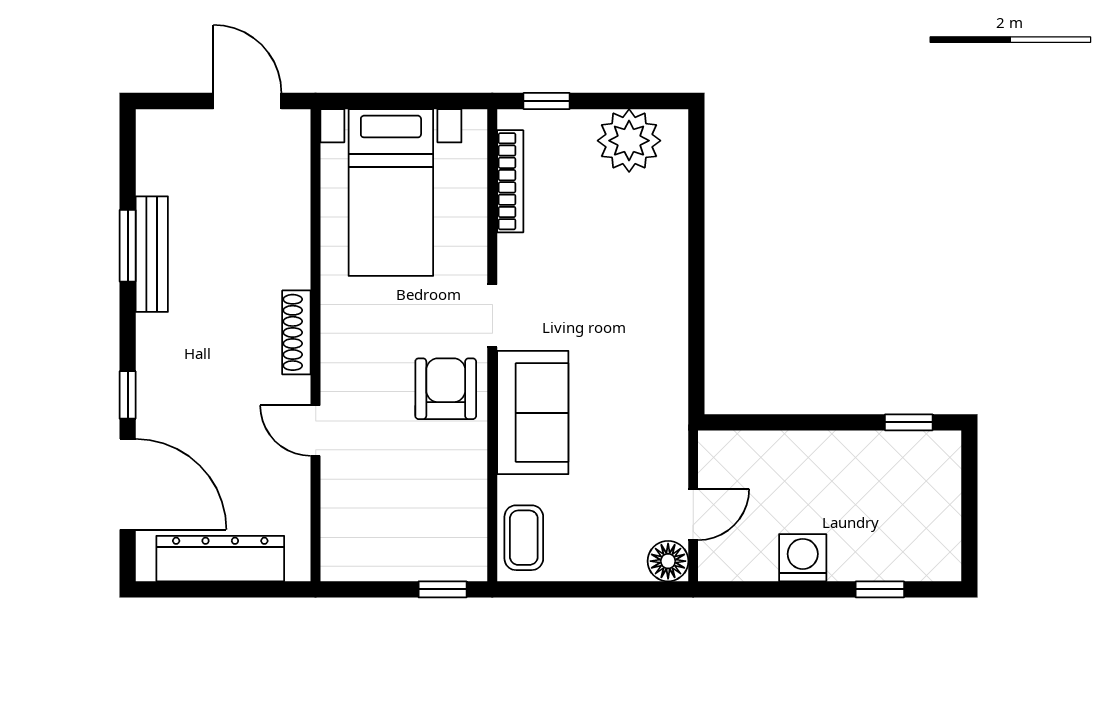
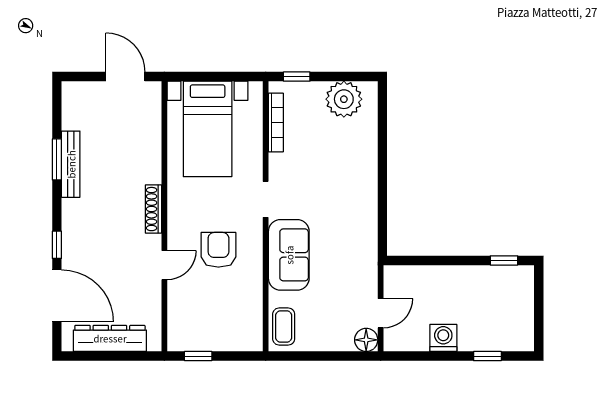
armchair: (446, 389) -> (218, 250), moved
door: (316, 431) -> (164, 265), swing flipped
window: (443, 589) -> (198, 356), moved

